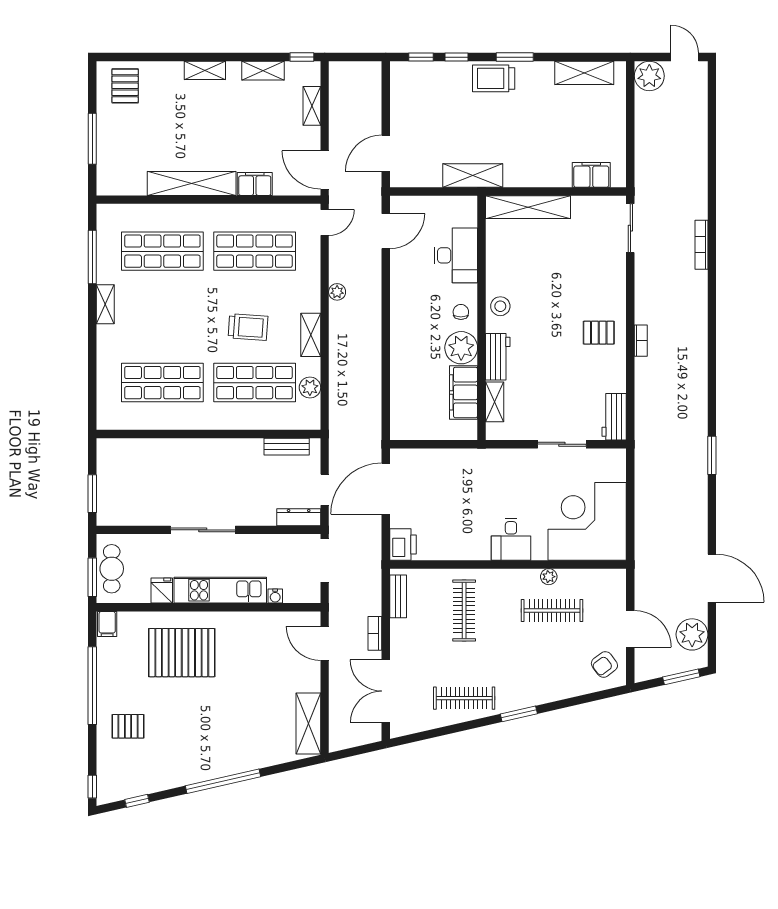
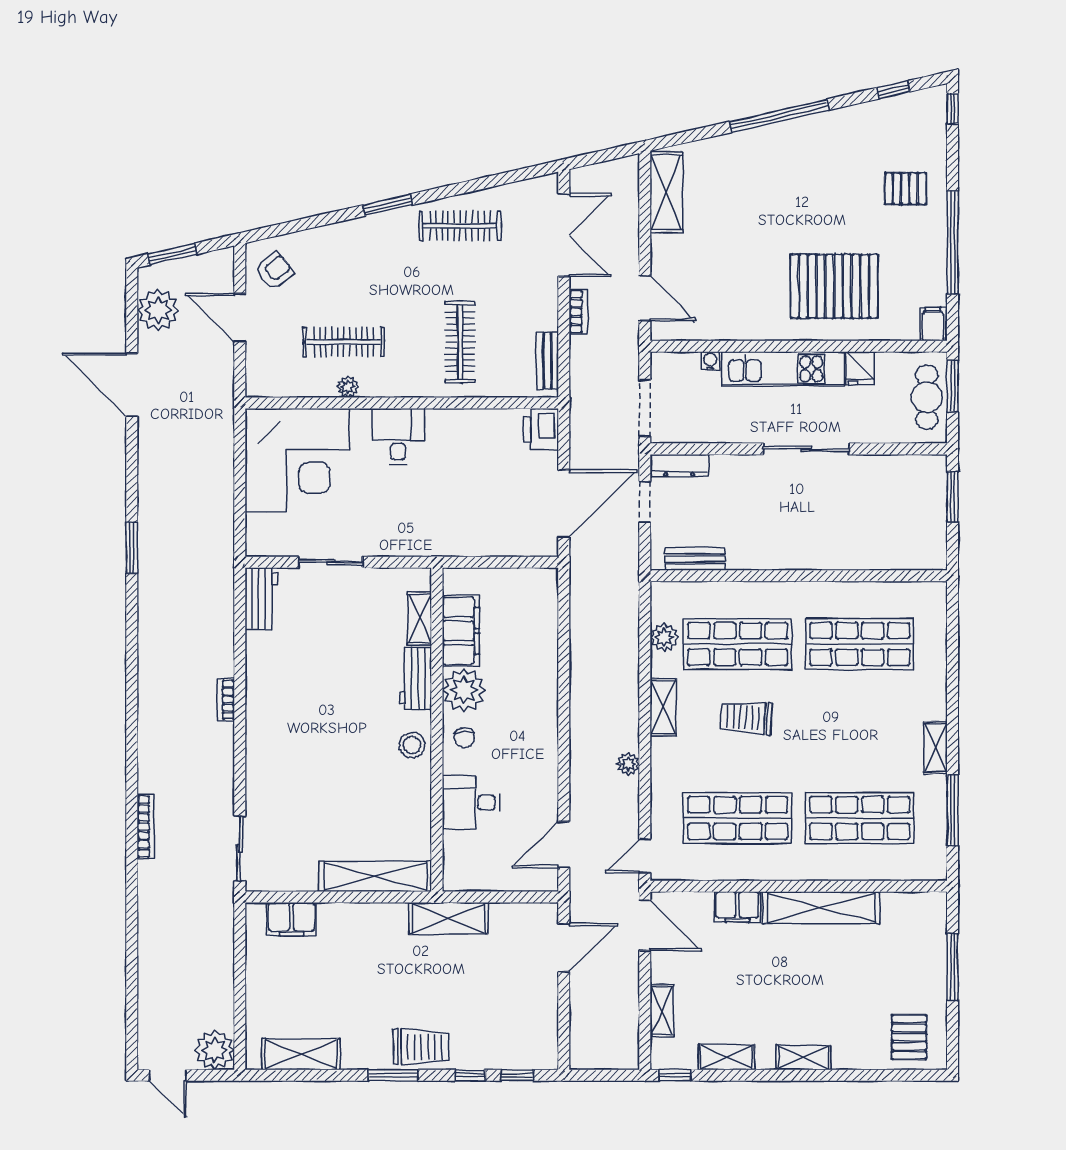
desk: (456, 255) -> (471, 803), width x0.73
pallet: (599, 333) -> (282, 710), removed

